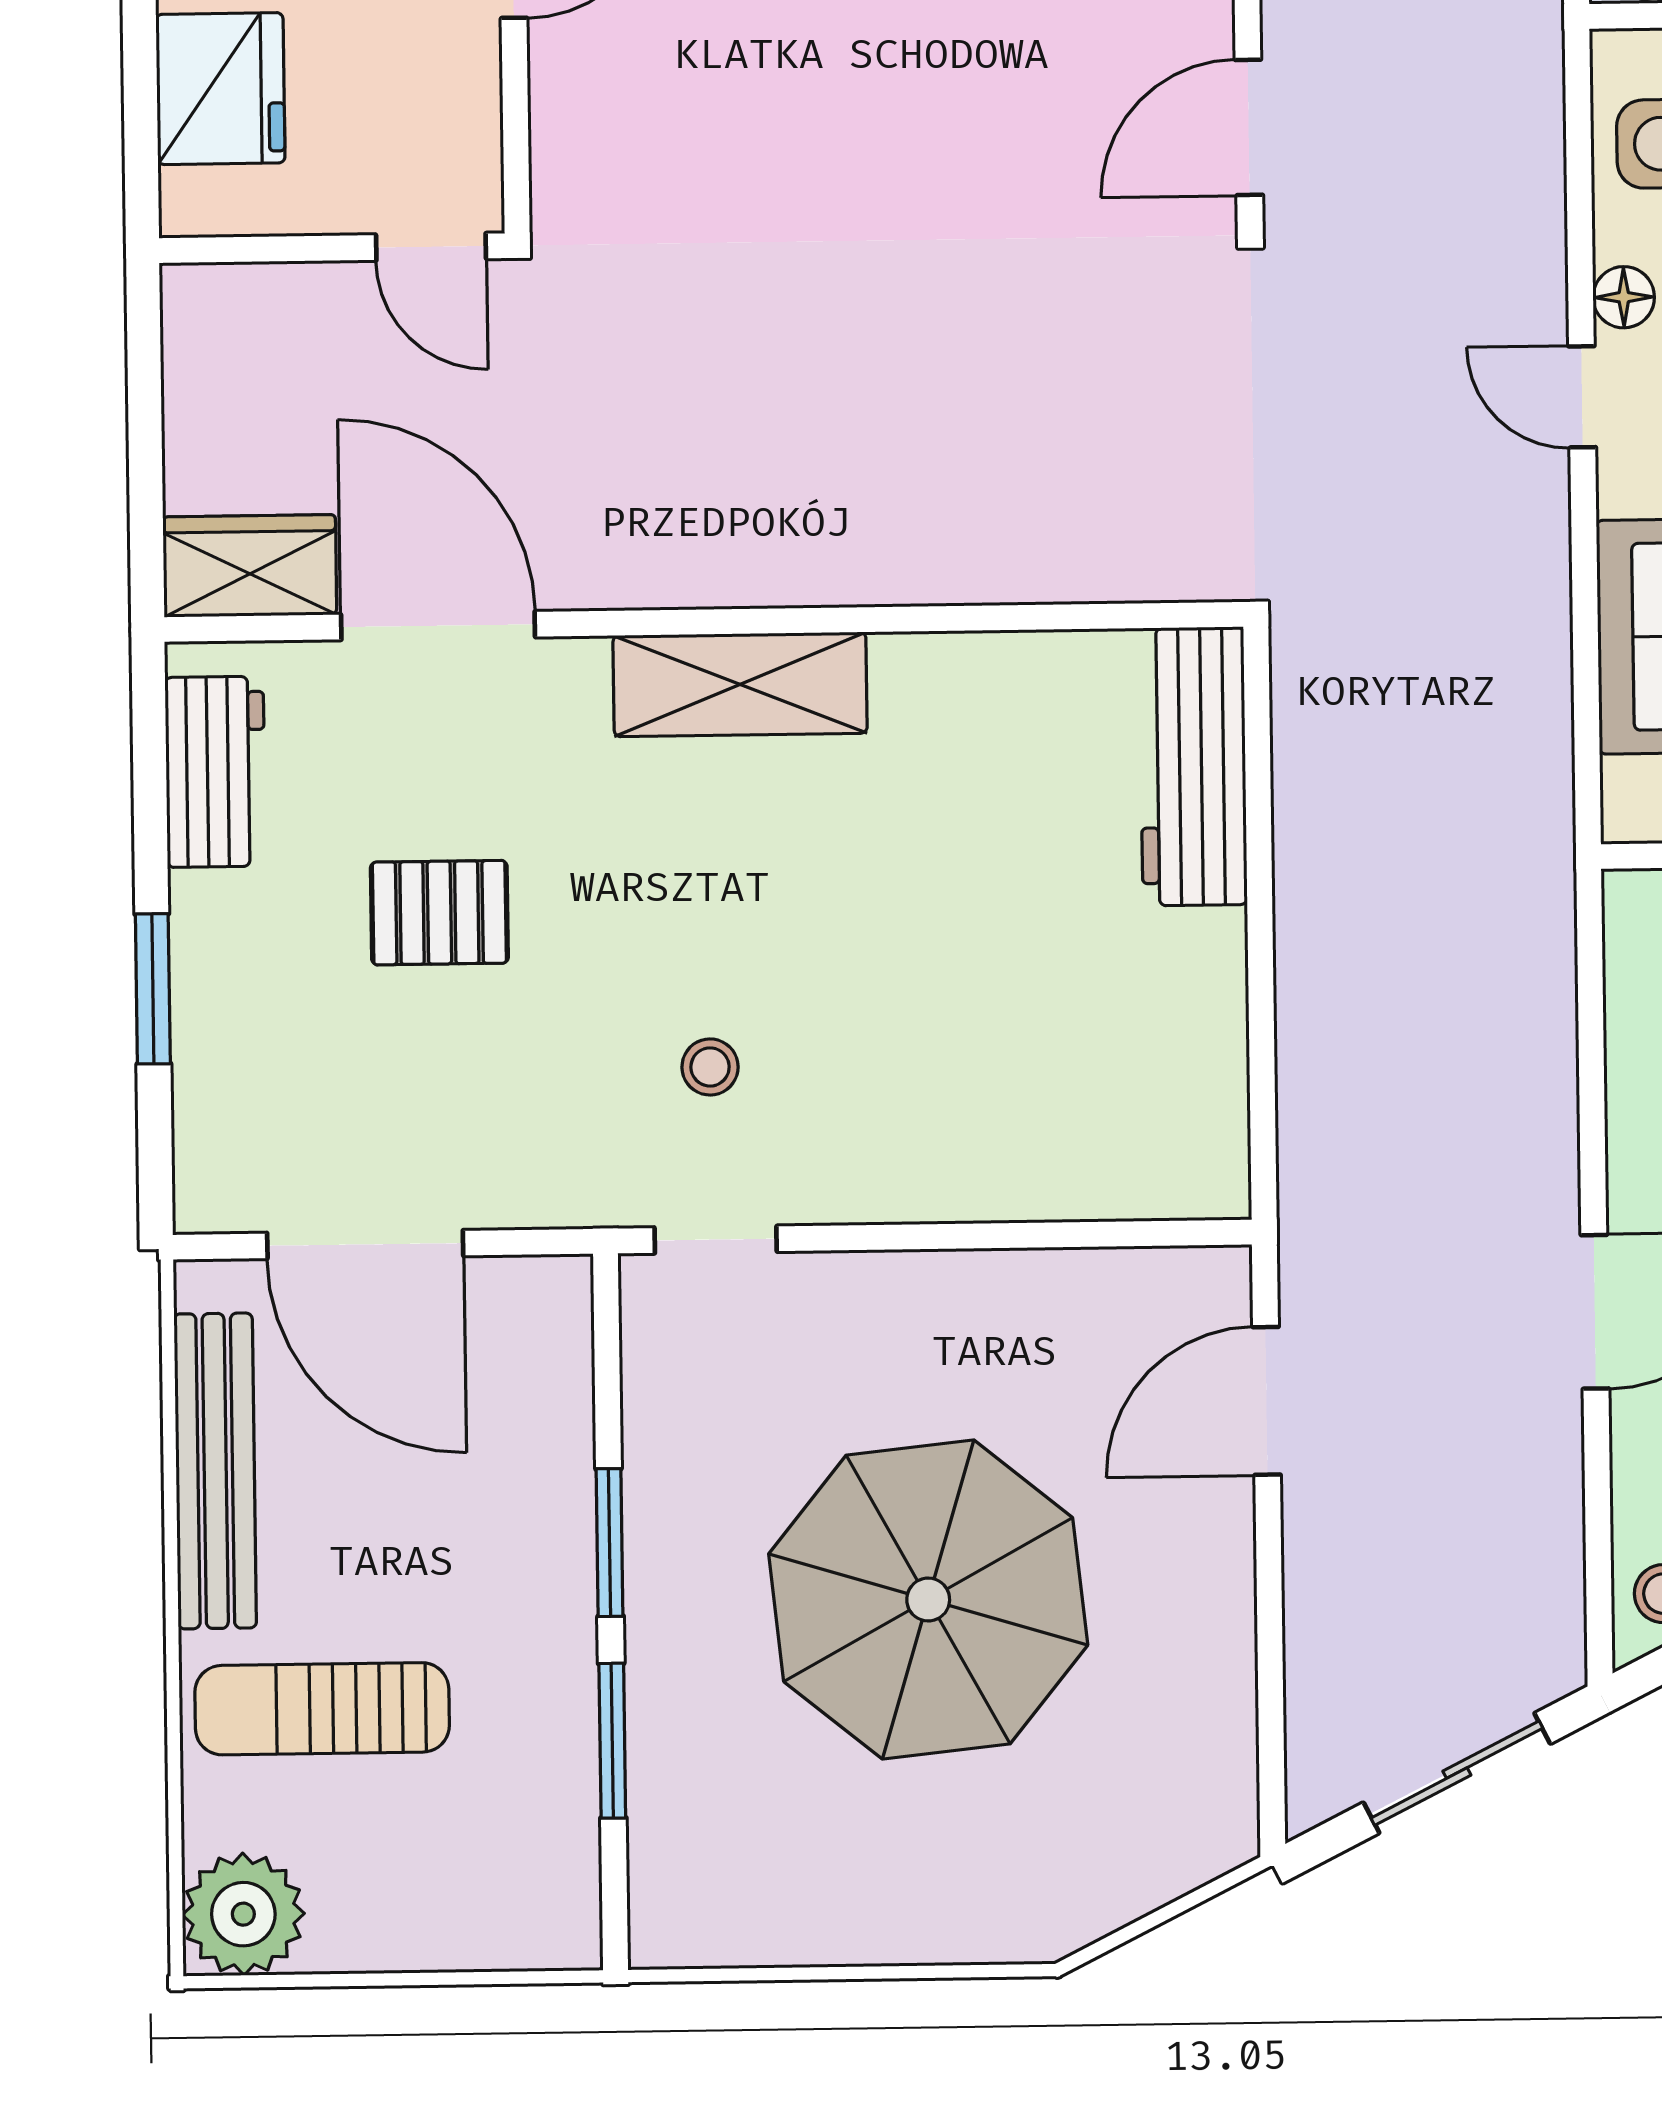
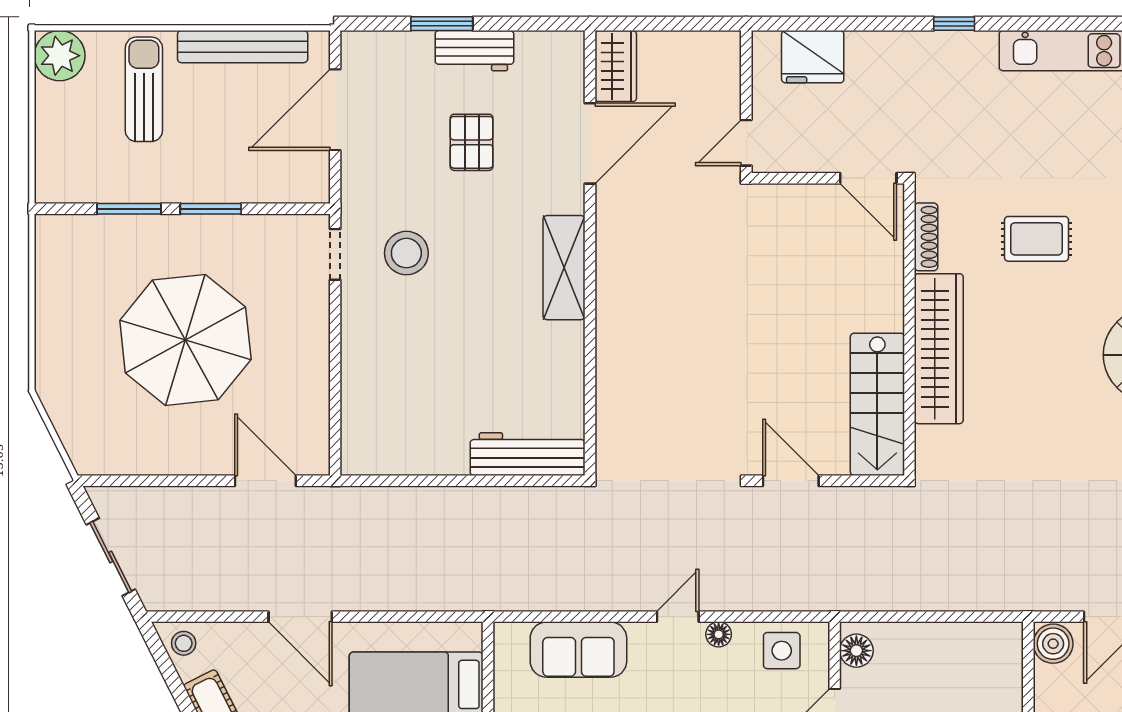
workbench: (215, 772) -> (474, 51), moved
stool: (710, 1067) -> (406, 253), width x1.89, depth x1.89

